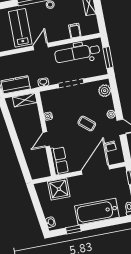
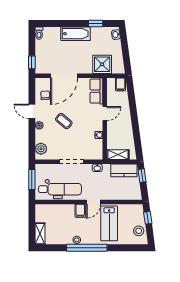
filing cabinet: (75, 31) -> (80, 211), moved
filing cabinet: (36, 172) -> (120, 84), added
bathtub: (97, 212) -> (76, 34), width x0.73, depth x0.73

